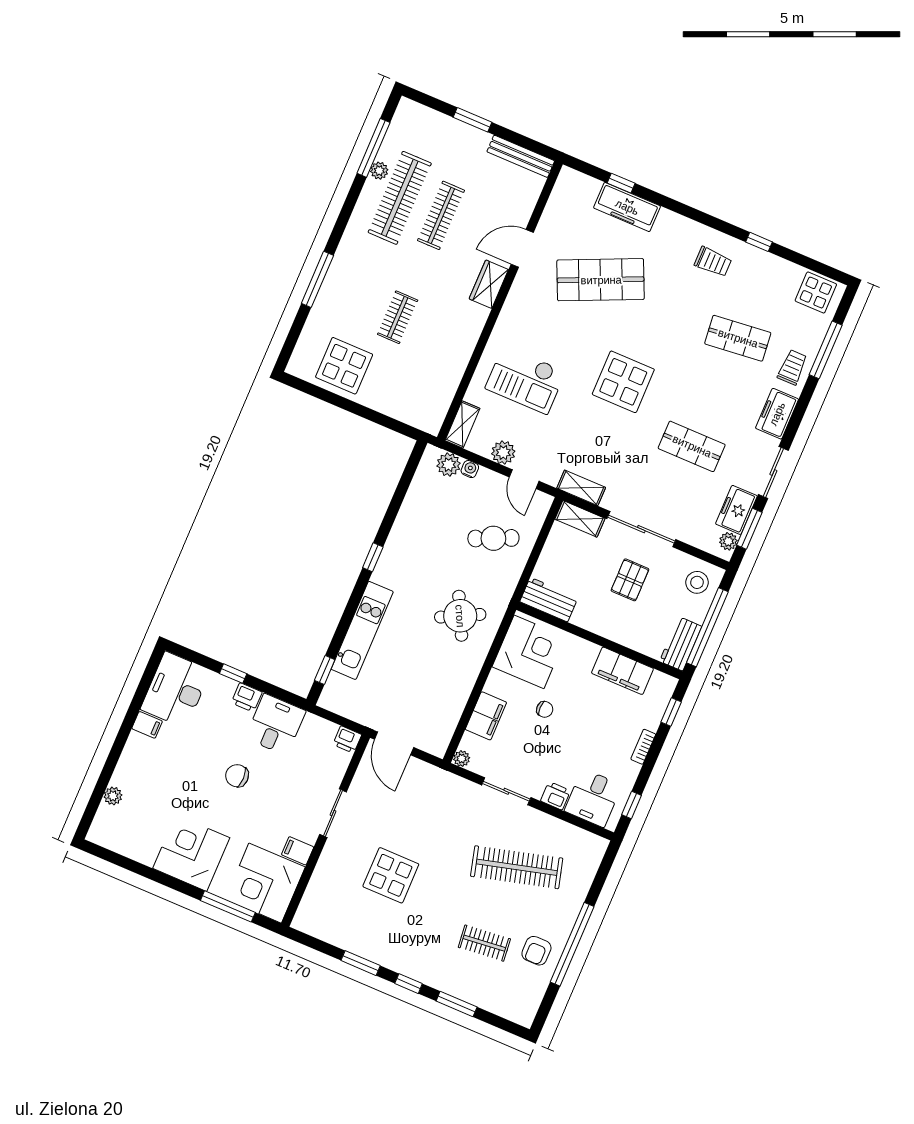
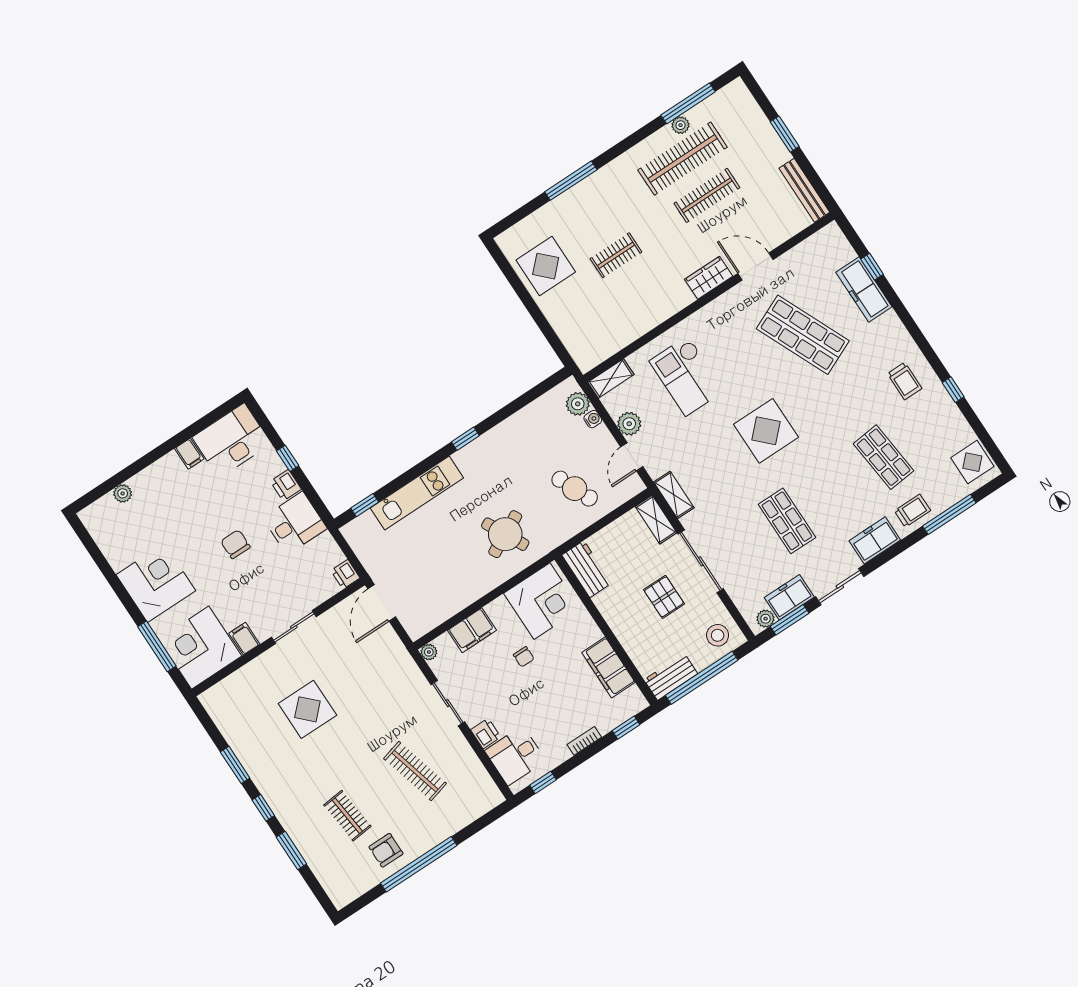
pallet: (630, 580) -> (664, 597), turned 90
clothes rail: (517, 867) -> (415, 771), width x0.73, depth x0.76

